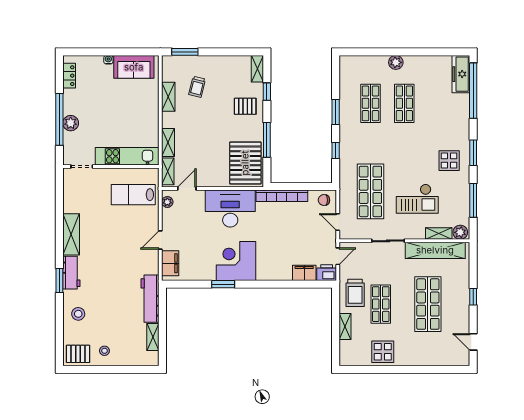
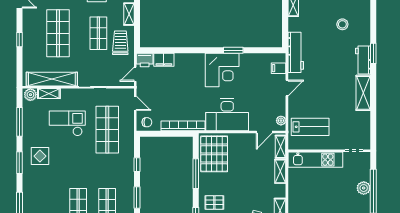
filing cabinet: (170, 263) -> (279, 68), width x0.50
workbench: (150, 299) -> (296, 52), moved
stool: (78, 314) -> (342, 24), moved

